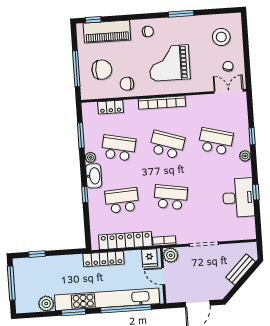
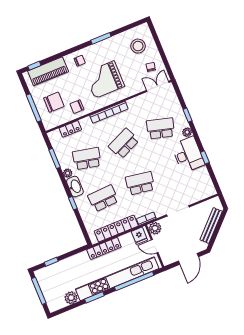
school desk: (167, 145) -> (124, 143), turned -42
desk: (238, 198) -> (188, 155), moved
bench: (241, 269) -> (211, 226), width x1.36

